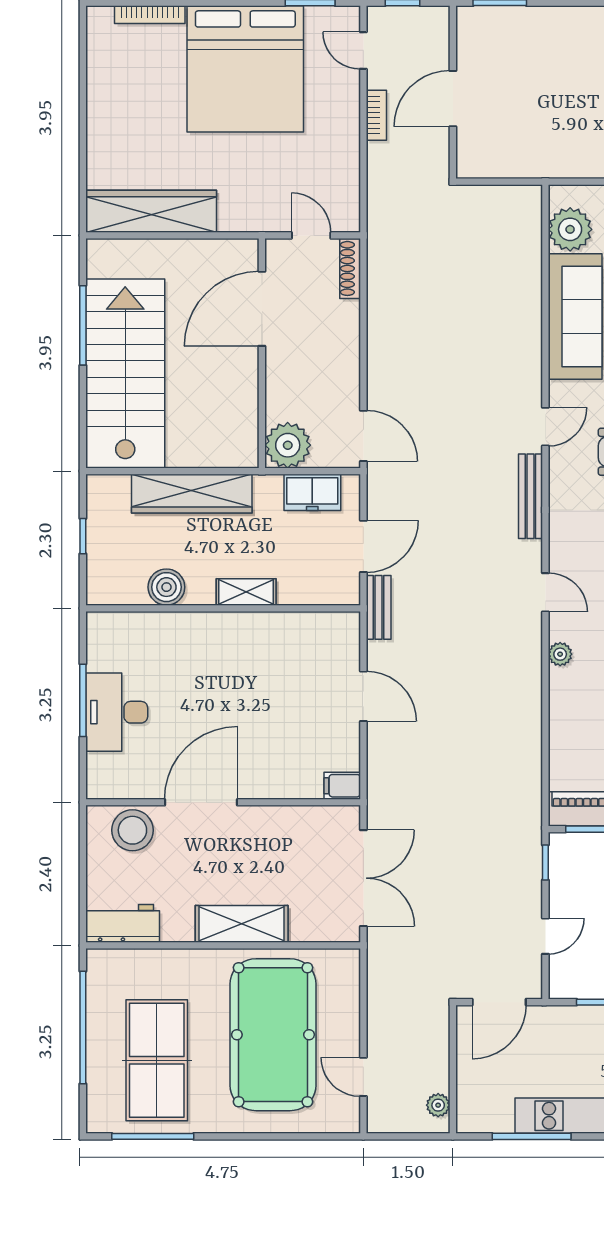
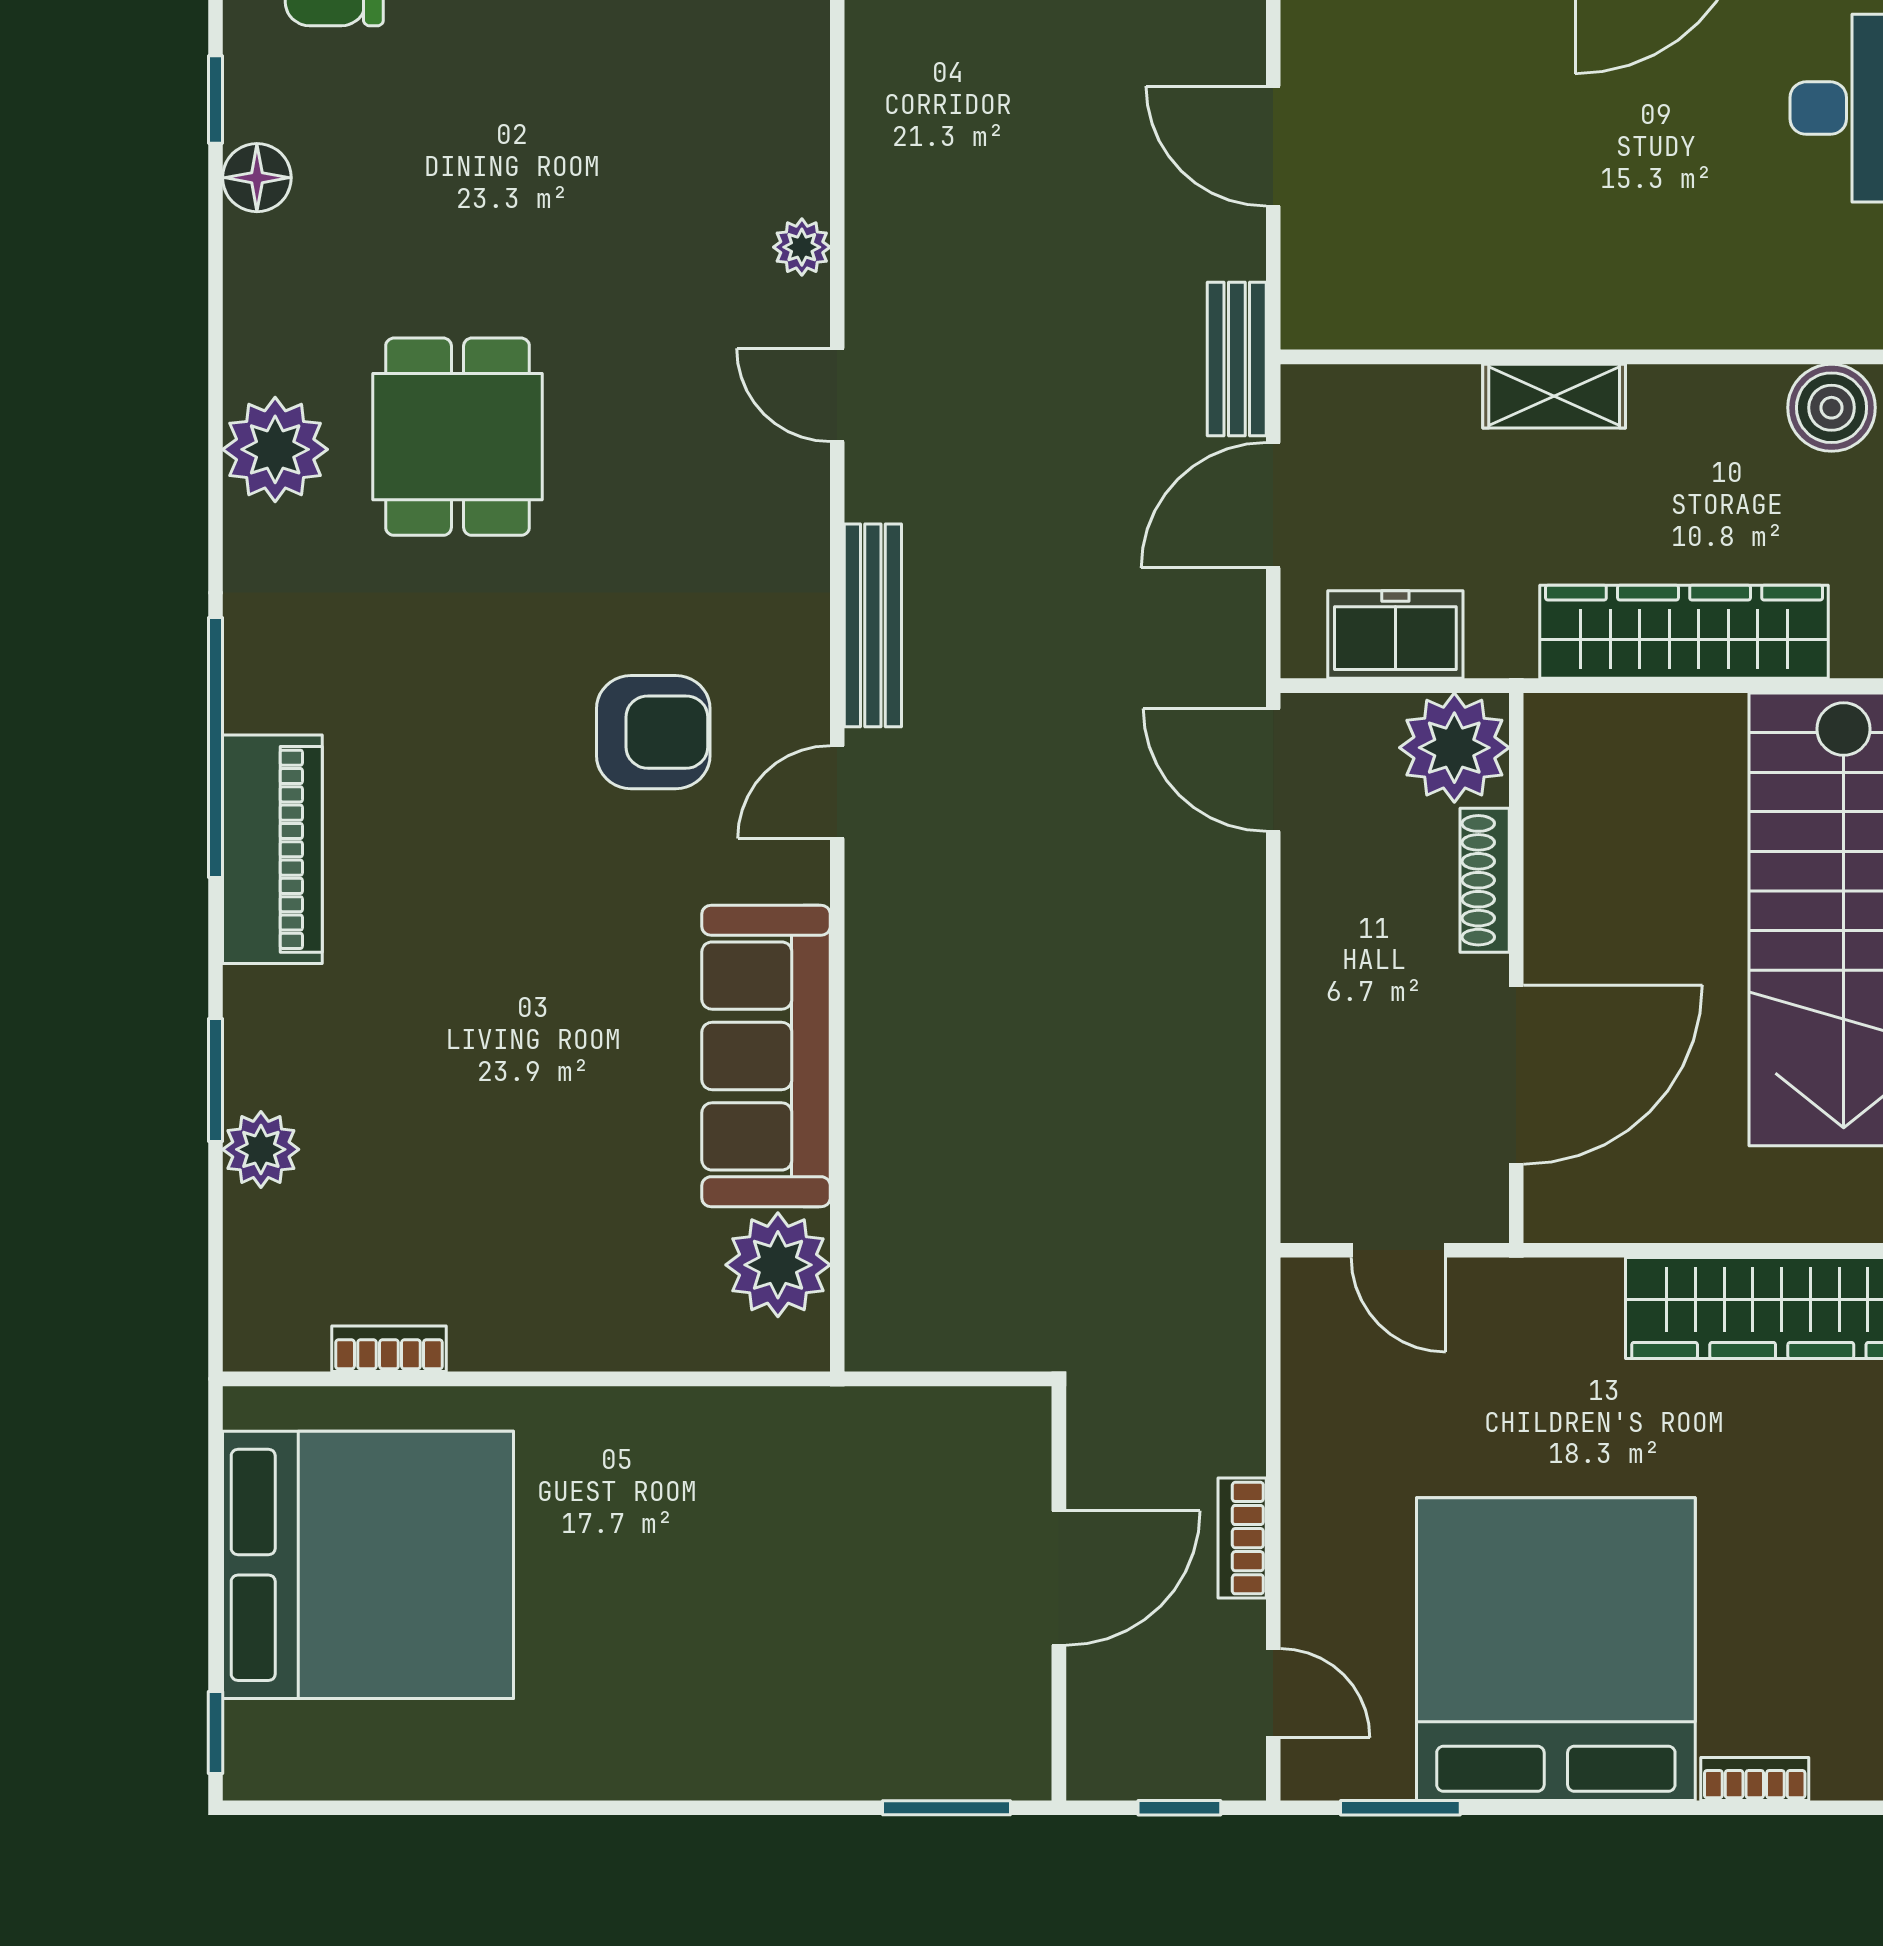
bookcase: (150, 15) -> (1755, 1779), width x0.64
shoe rack: (350, 268) -> (1485, 880), moved, turned 180
boiler: (166, 587) -> (1832, 408), moved

